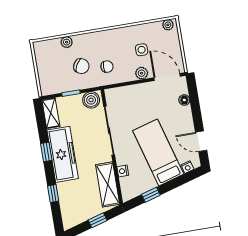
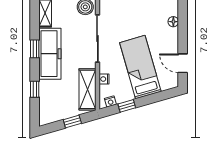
nightstand: (187, 167) -> (110, 101), moved

